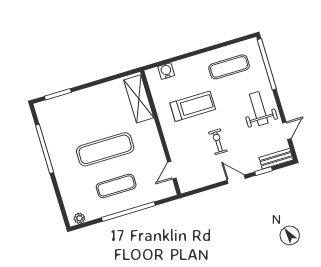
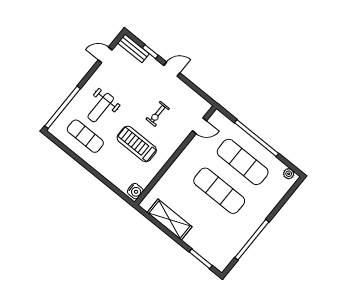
water cooler: (166, 71) -> (135, 191), moved, turned -90
shelving: (139, 99) -> (170, 220), moved, turned 90
weight bench: (259, 109) -> (101, 108), moved
exercise bike: (218, 142) -> (158, 114), moved
door: (236, 179) -> (172, 69), swing flipped
exercise mat: (116, 186) -> (243, 162), width x1.36, depth x1.45

